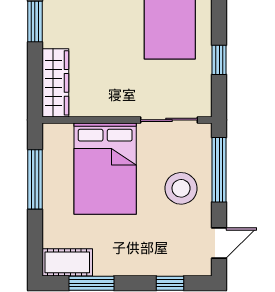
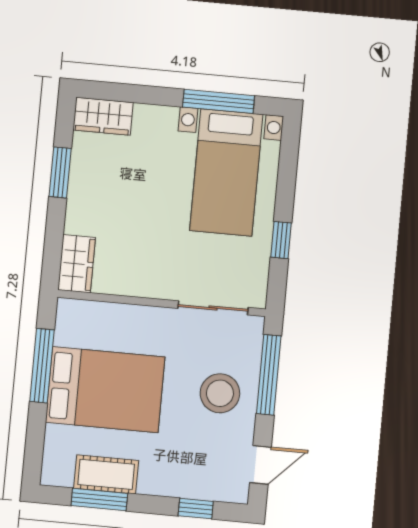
wardrobe: (55, 83) -> (77, 264), width x0.67
bed: (105, 169) -> (105, 390), moved, turned -90
cot: (67, 262) -> (106, 474), moved

